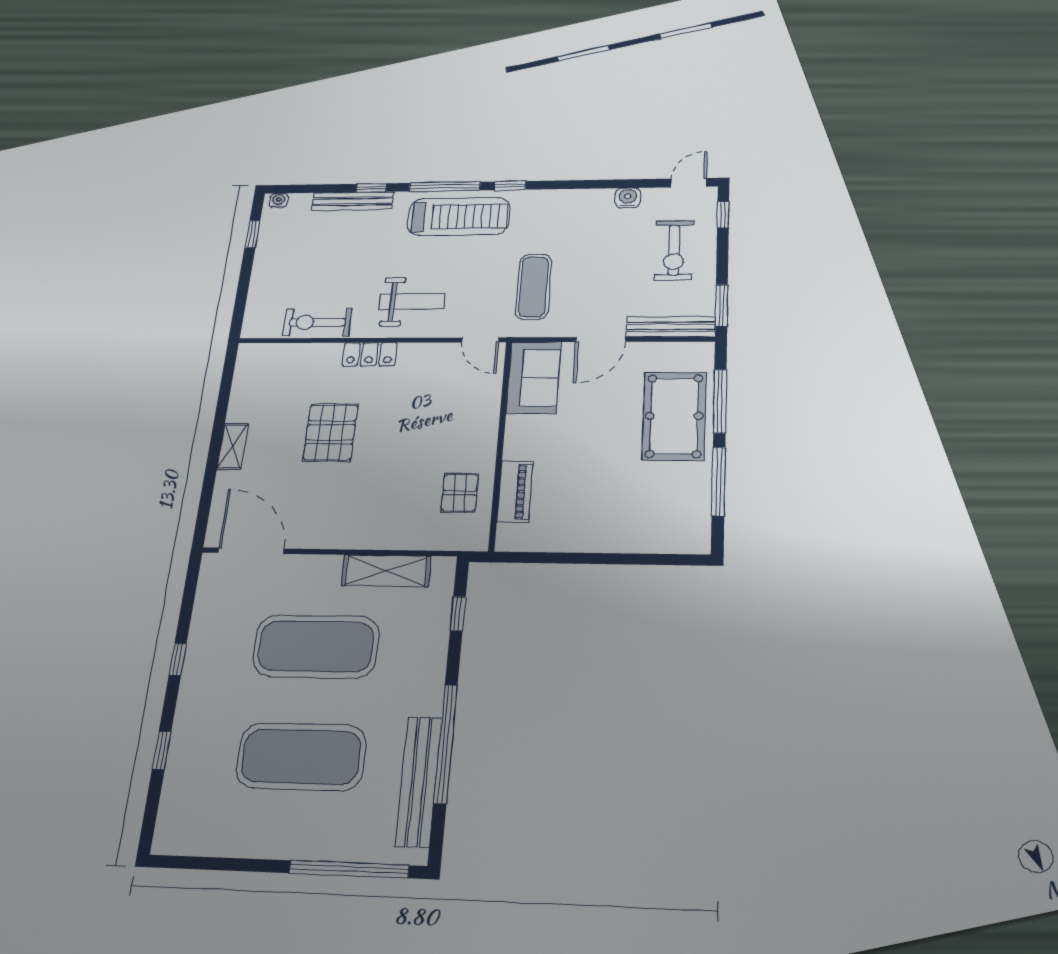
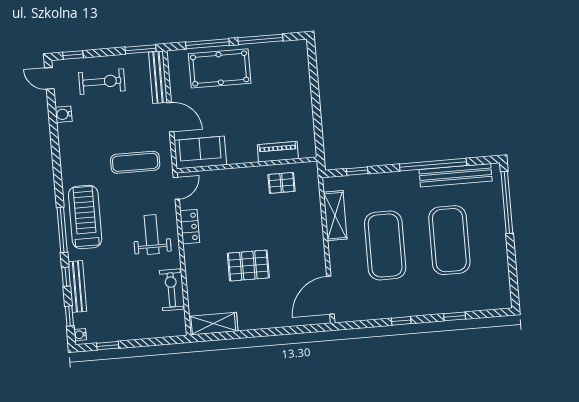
window: (510, 186) -> (69, 316), moved
exercise bike: (317, 322) -> (171, 290), turned 180
locker: (369, 354) -> (190, 227), moved
shelving: (233, 446) -> (213, 324), moved, width x1.50, depth x1.33

